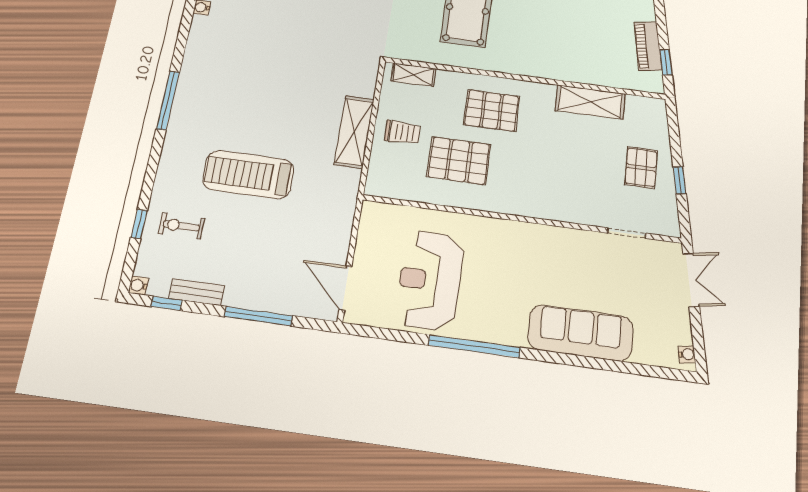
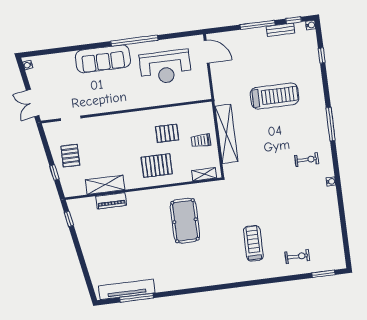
piano: (648, 46) -> (111, 201), moved, turned 100
shelving: (354, 132) -> (226, 134), width x1.47
pallet: (459, 161) -> (167, 133), width x0.67, depth x0.71
window: (680, 180) -> (54, 172), moved
exercise bike: (181, 226) -> (307, 160), moved
reception desk: (430, 280) -> (165, 67), turned 90
window: (259, 316) -> (258, 25), moved
sofa: (581, 333) -> (103, 59), moved

